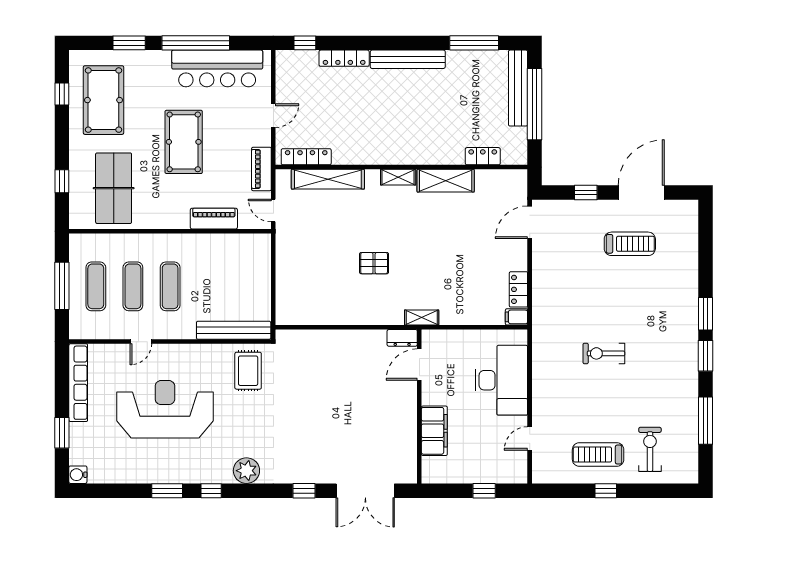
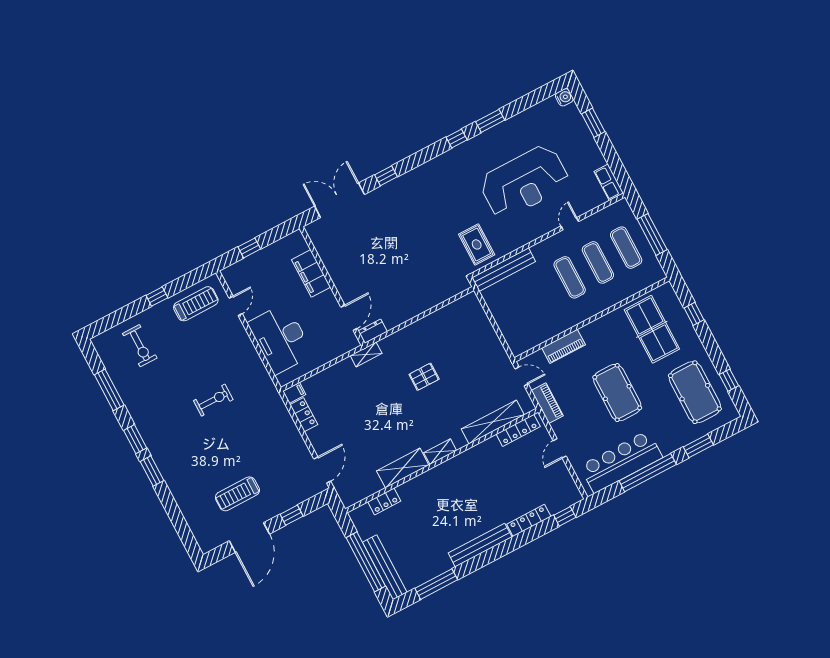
row of seats: (78, 383) -> (609, 182), width x0.50
treadmill: (598, 455) -> (196, 304), moved
plant: (246, 471) -> (438, 168), removed

